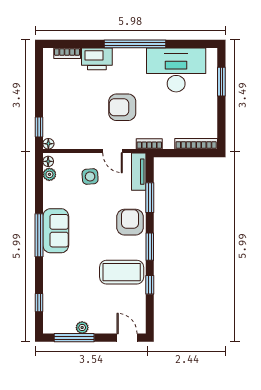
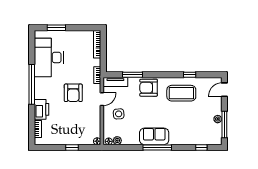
window: (39, 127) -> (72, 147), moved
window: (150, 247) -> (165, 75), removed
coffee table: (122, 272) -> (181, 93), turned 90

